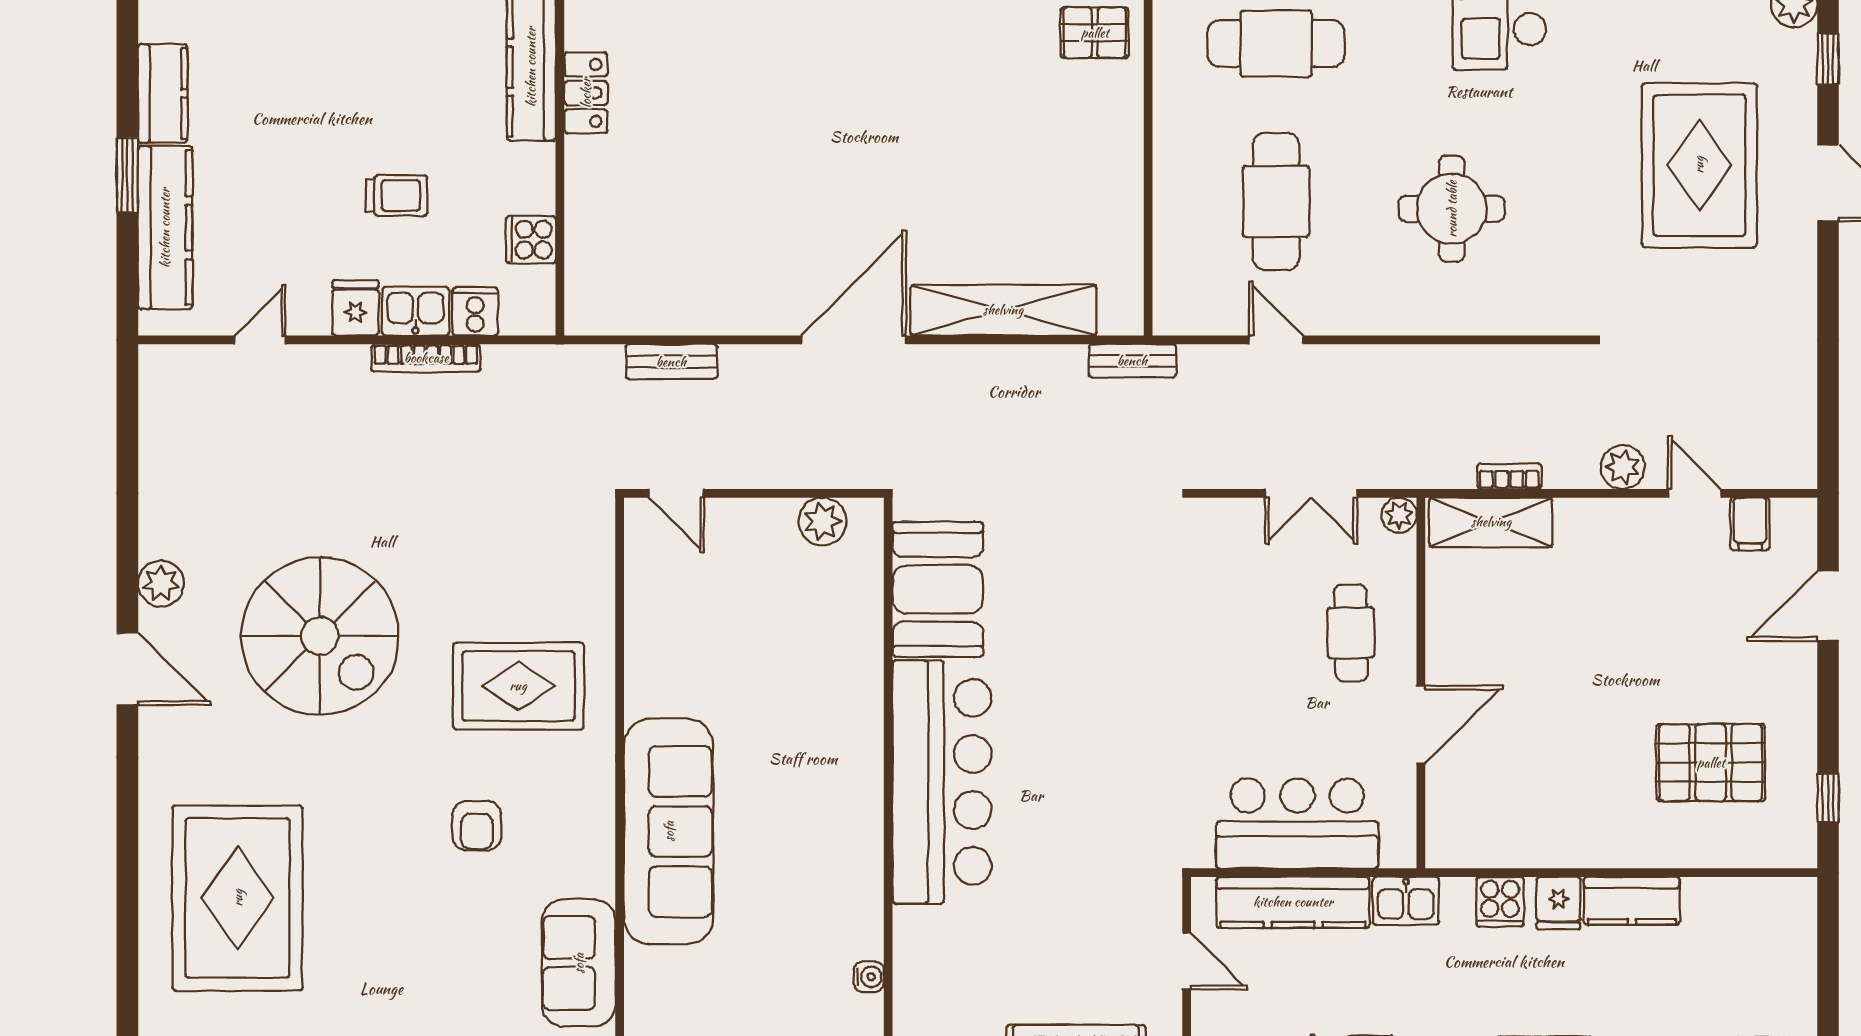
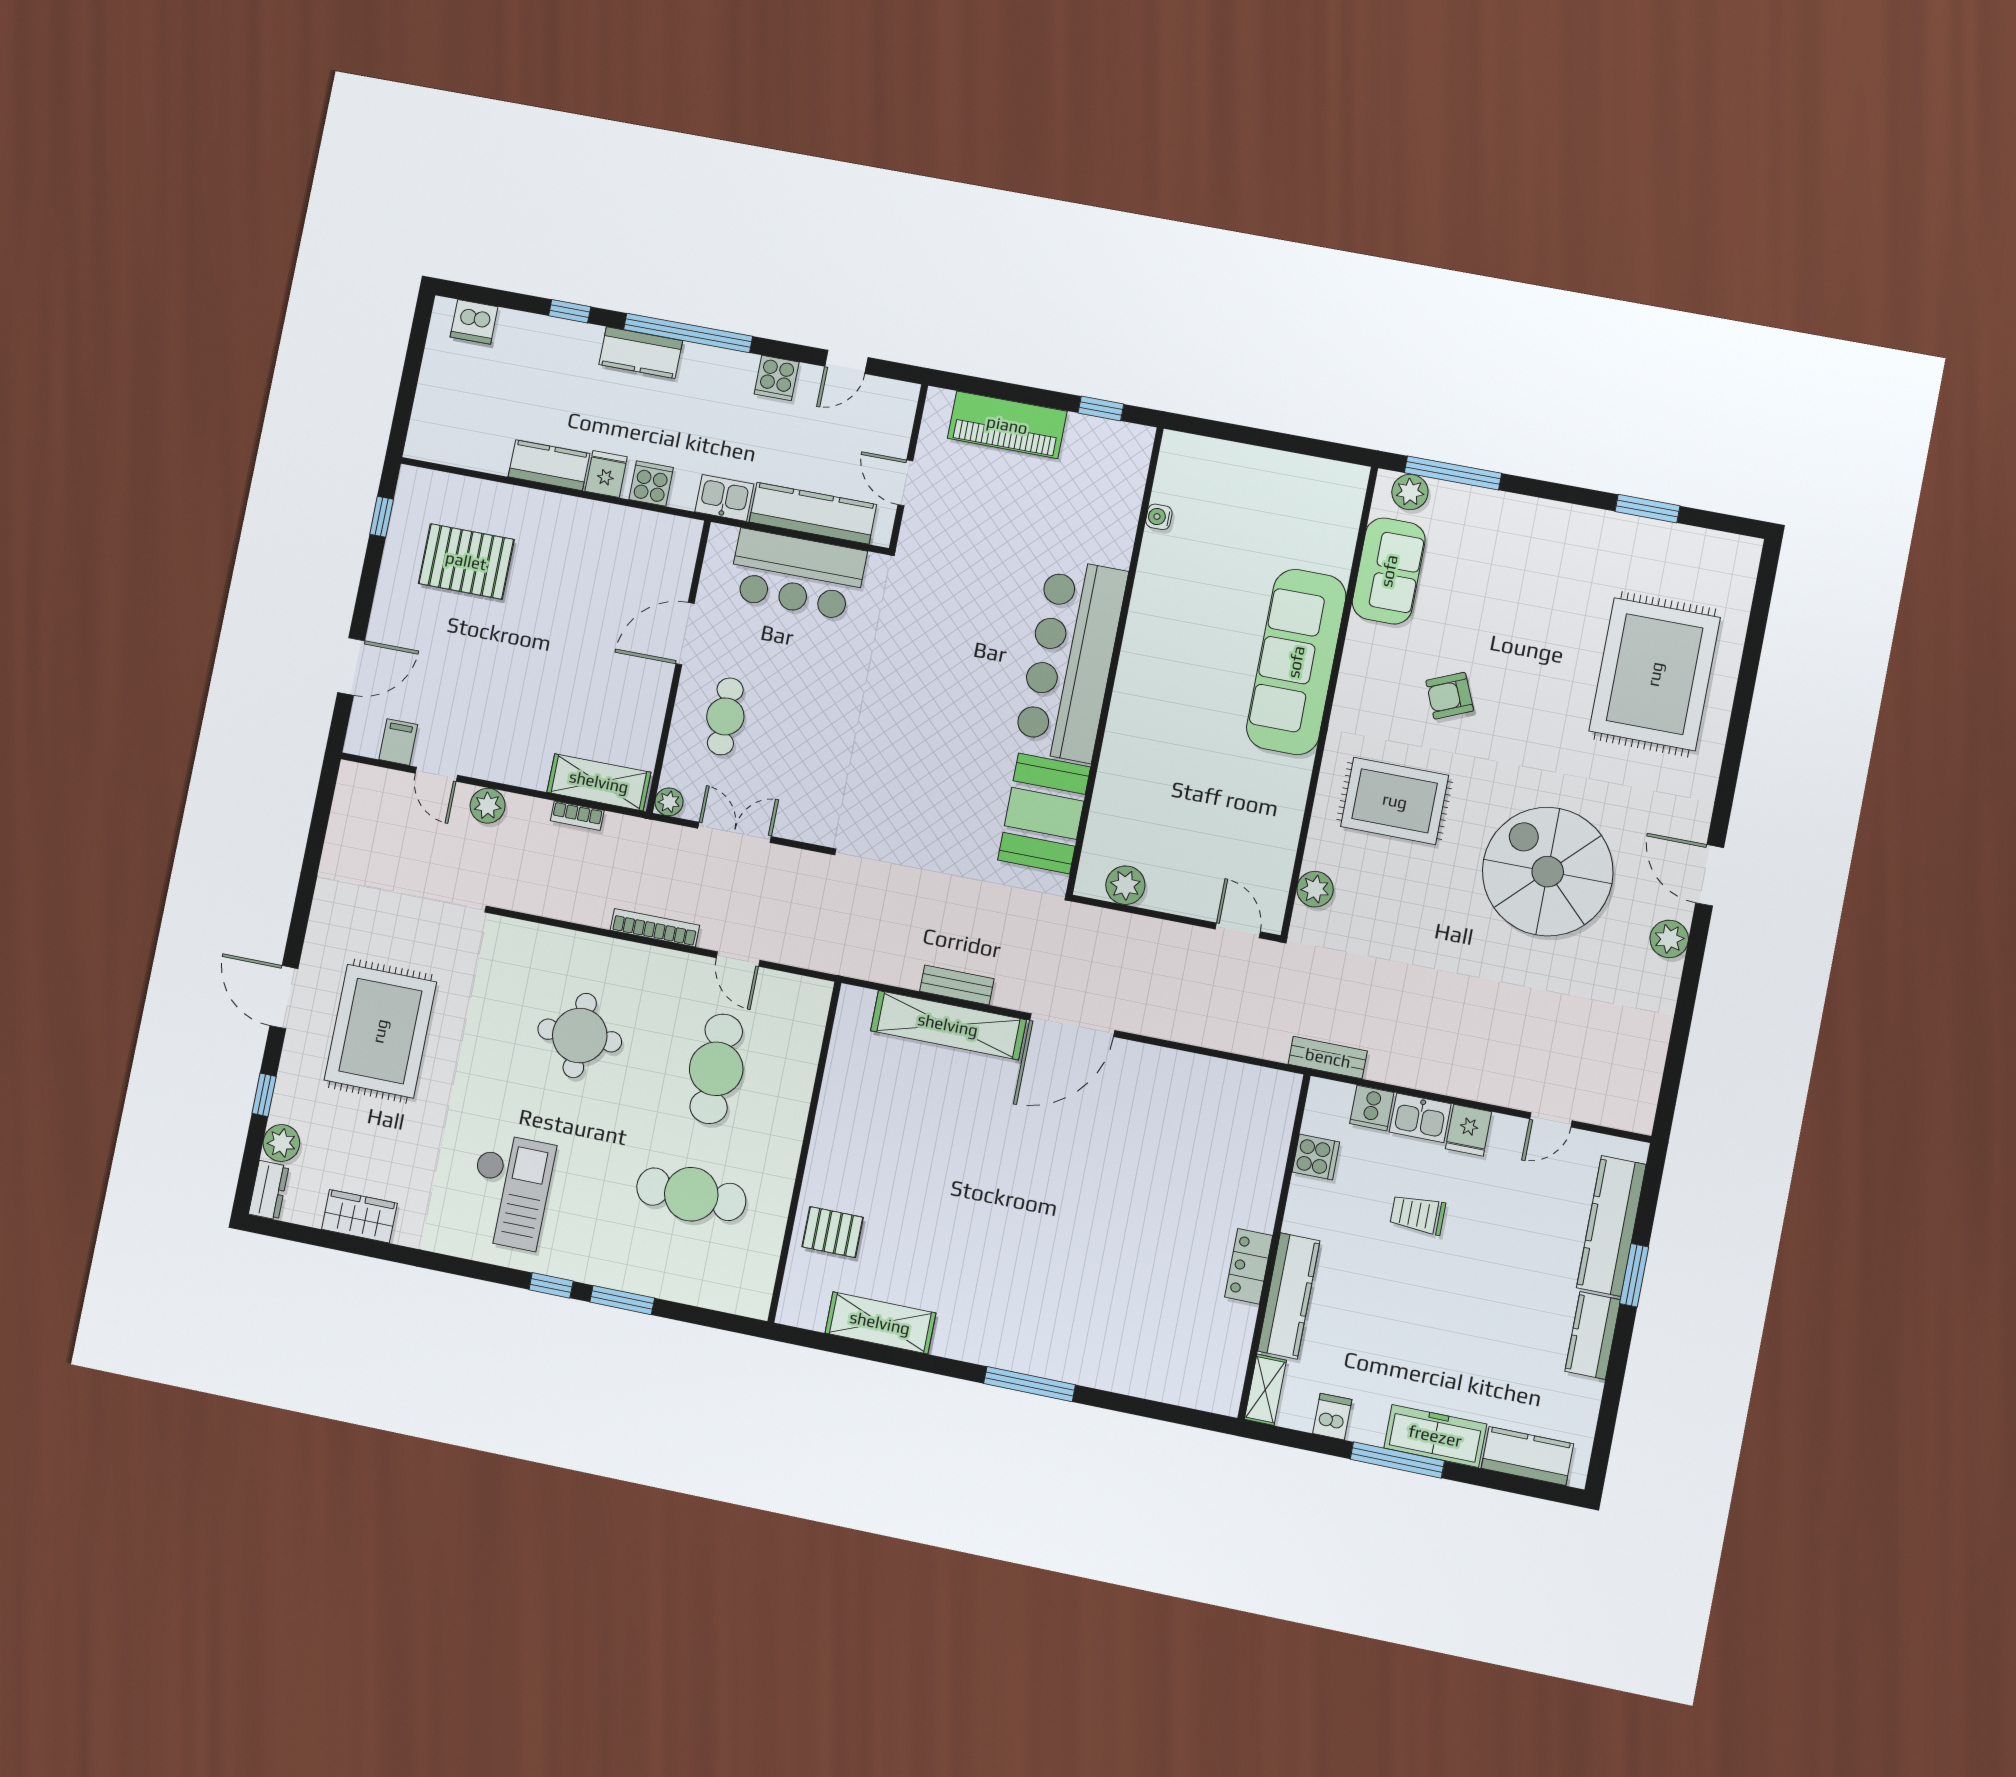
bookcase: (426, 358) -> (655, 928), moved
bench: (1132, 361) -> (957, 985), moved
bench: (671, 362) -> (1328, 1058), moved
plant: (593, 561) -> (1315, 889), added
armchair: (477, 826) -> (1450, 696), turned -113

